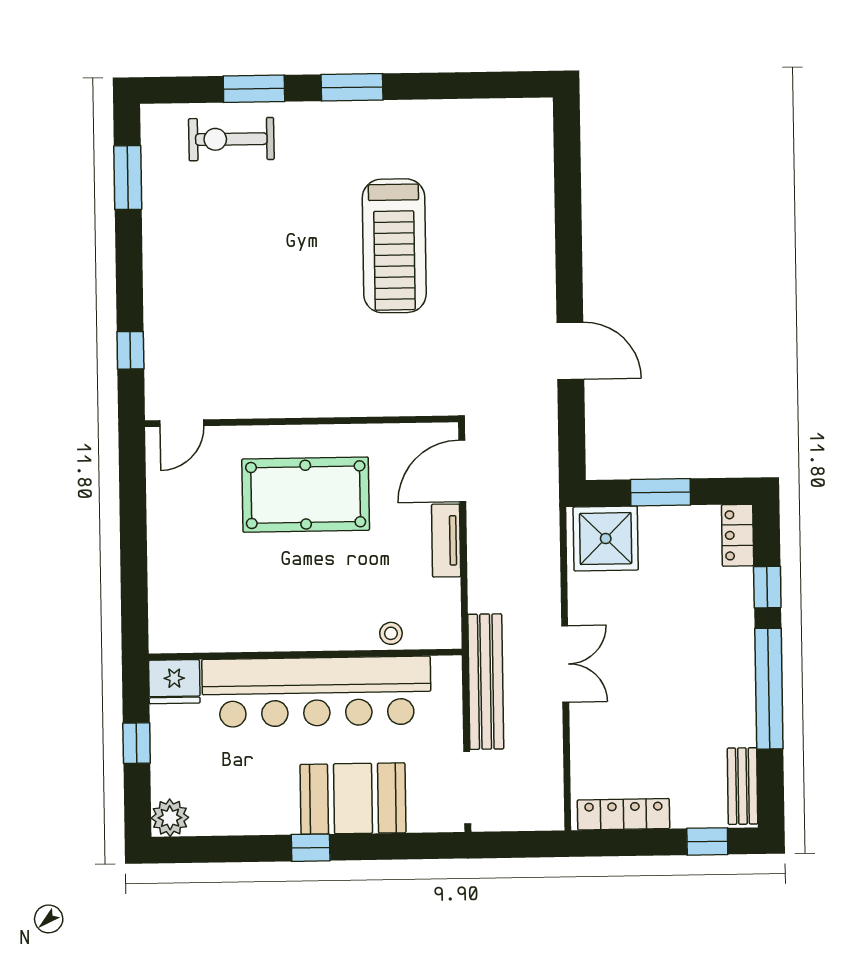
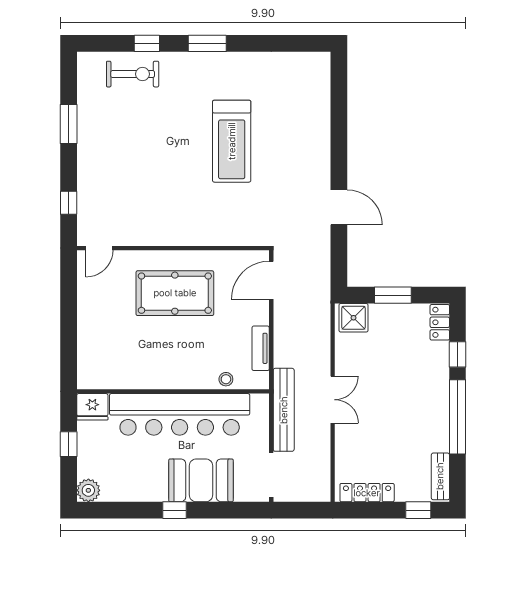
window: (254, 89) -> (147, 43), width x0.67
exercise bike: (231, 139) -> (133, 74), turned 180
window: (128, 178) -> (69, 124), moved
shower: (606, 539) -> (353, 318), width x0.73, depth x0.73
tv unit: (446, 541) -> (261, 348), moved

